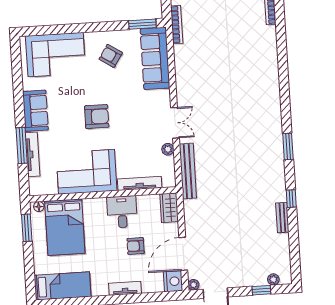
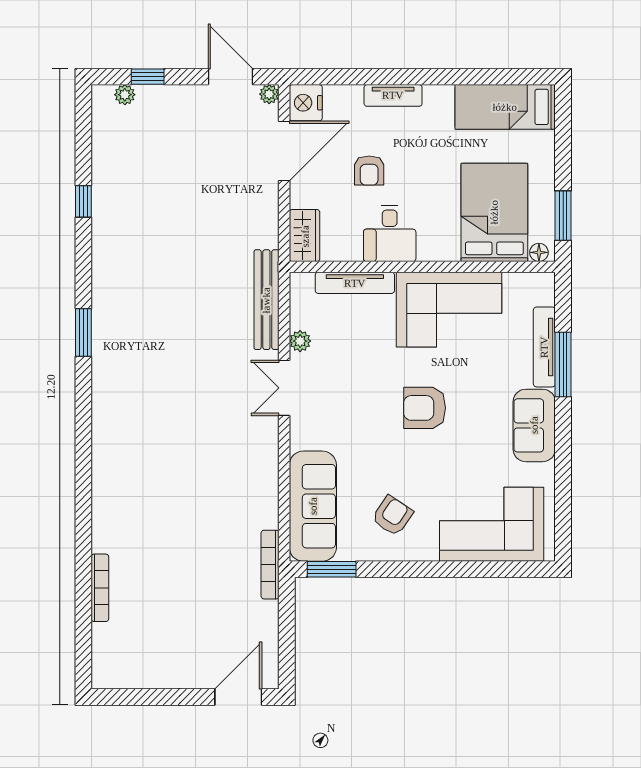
armchair: (111, 56) -> (392, 516), turned -89
window: (291, 199) -> (83, 201), moved
bench: (282, 218) -> (102, 205), removed
armchair: (136, 246) -> (369, 171), turned 90

